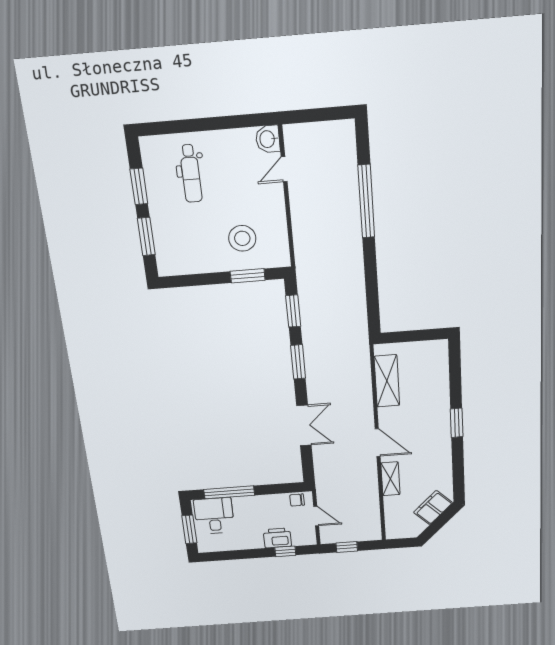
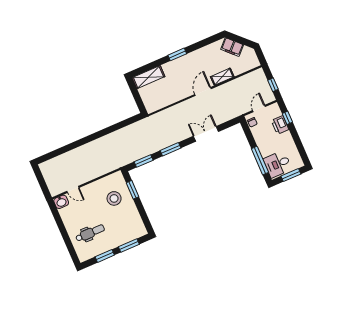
window: (366, 201) -> (75, 145), removed
shelving: (387, 381) -> (148, 77), moved

